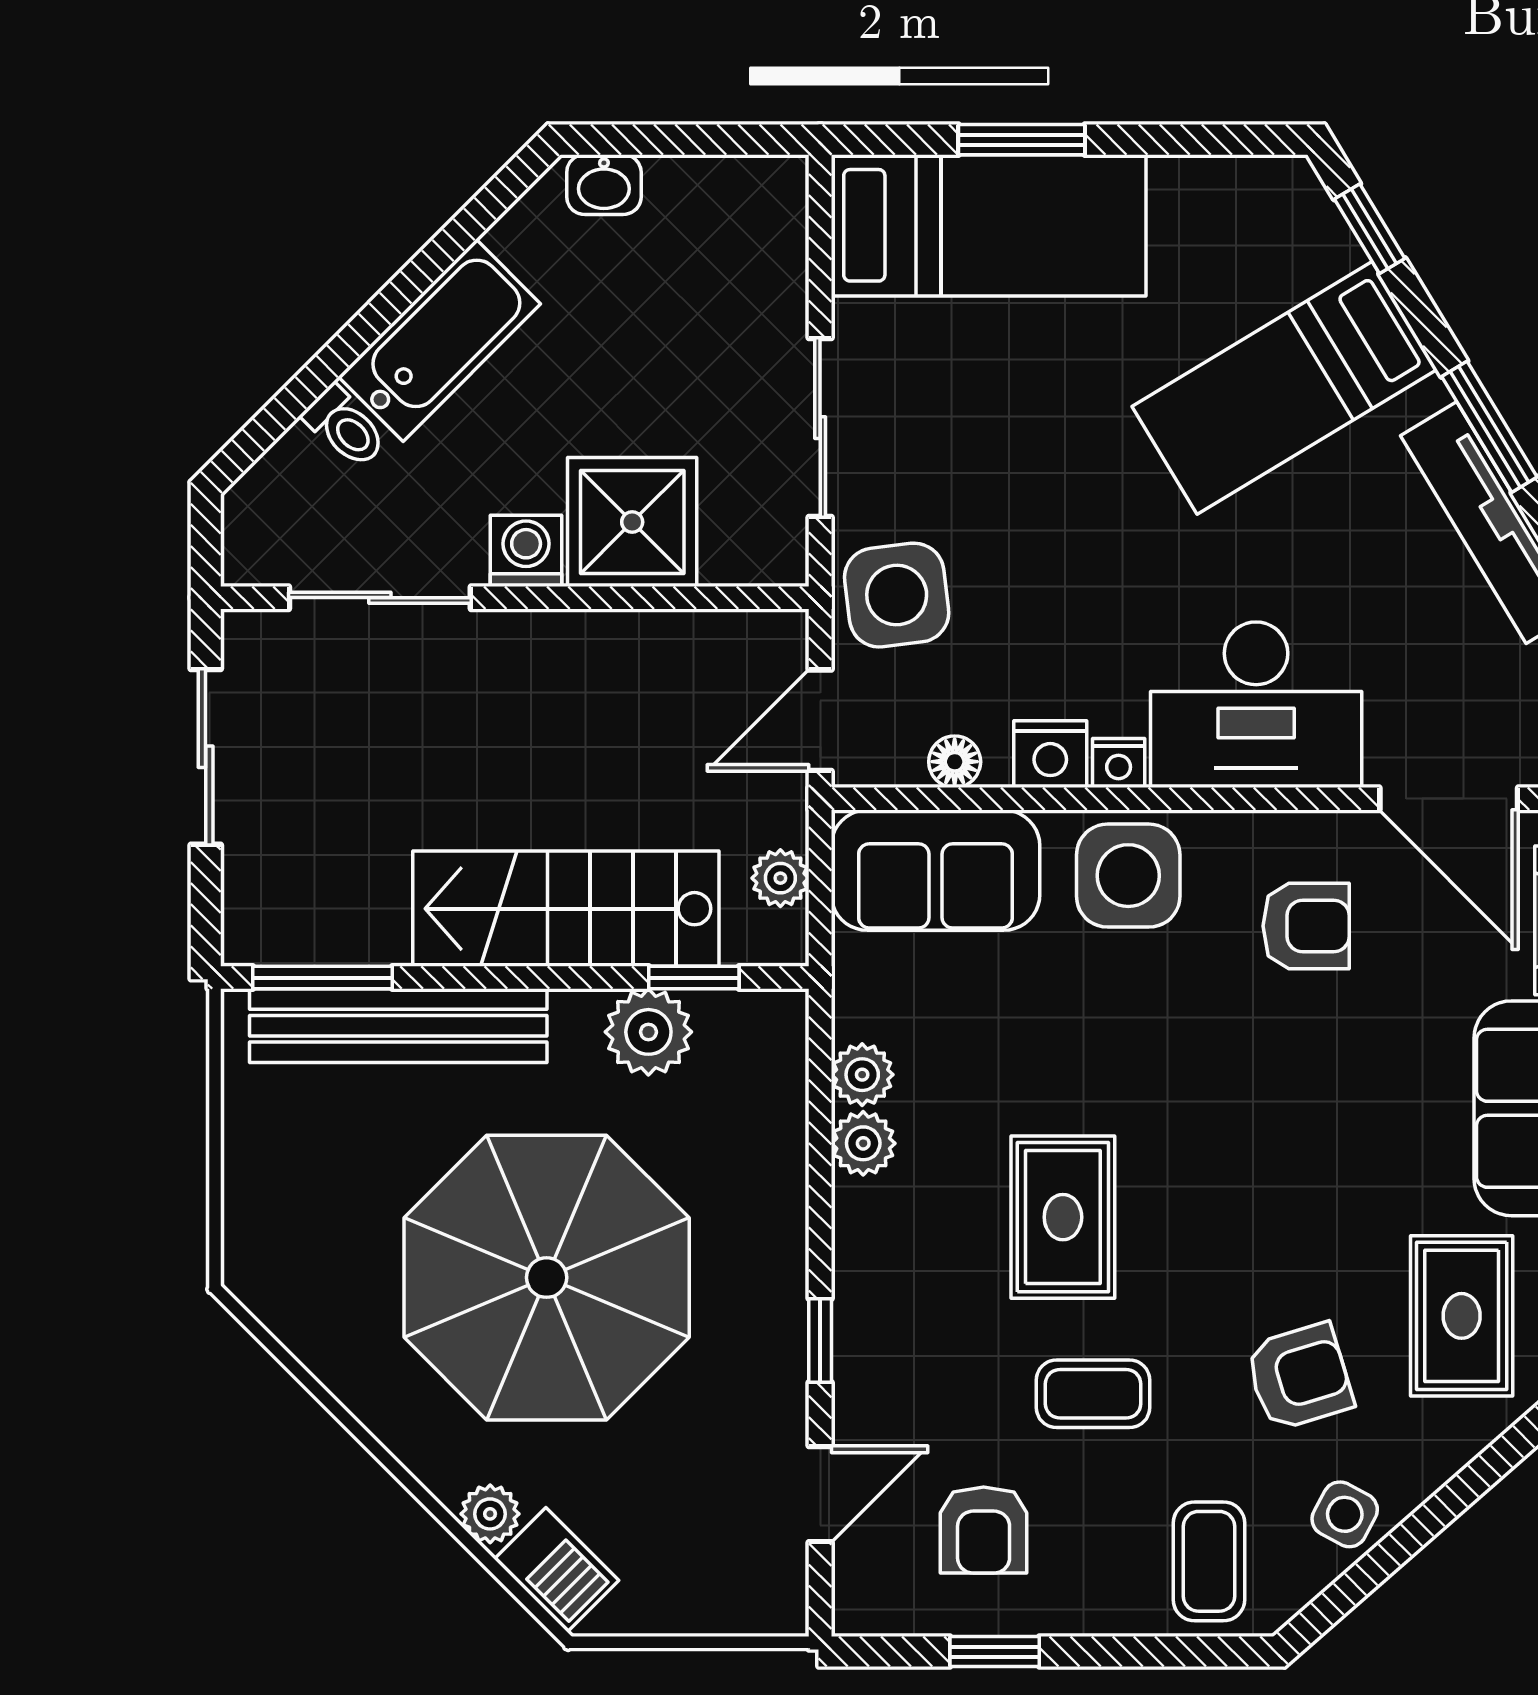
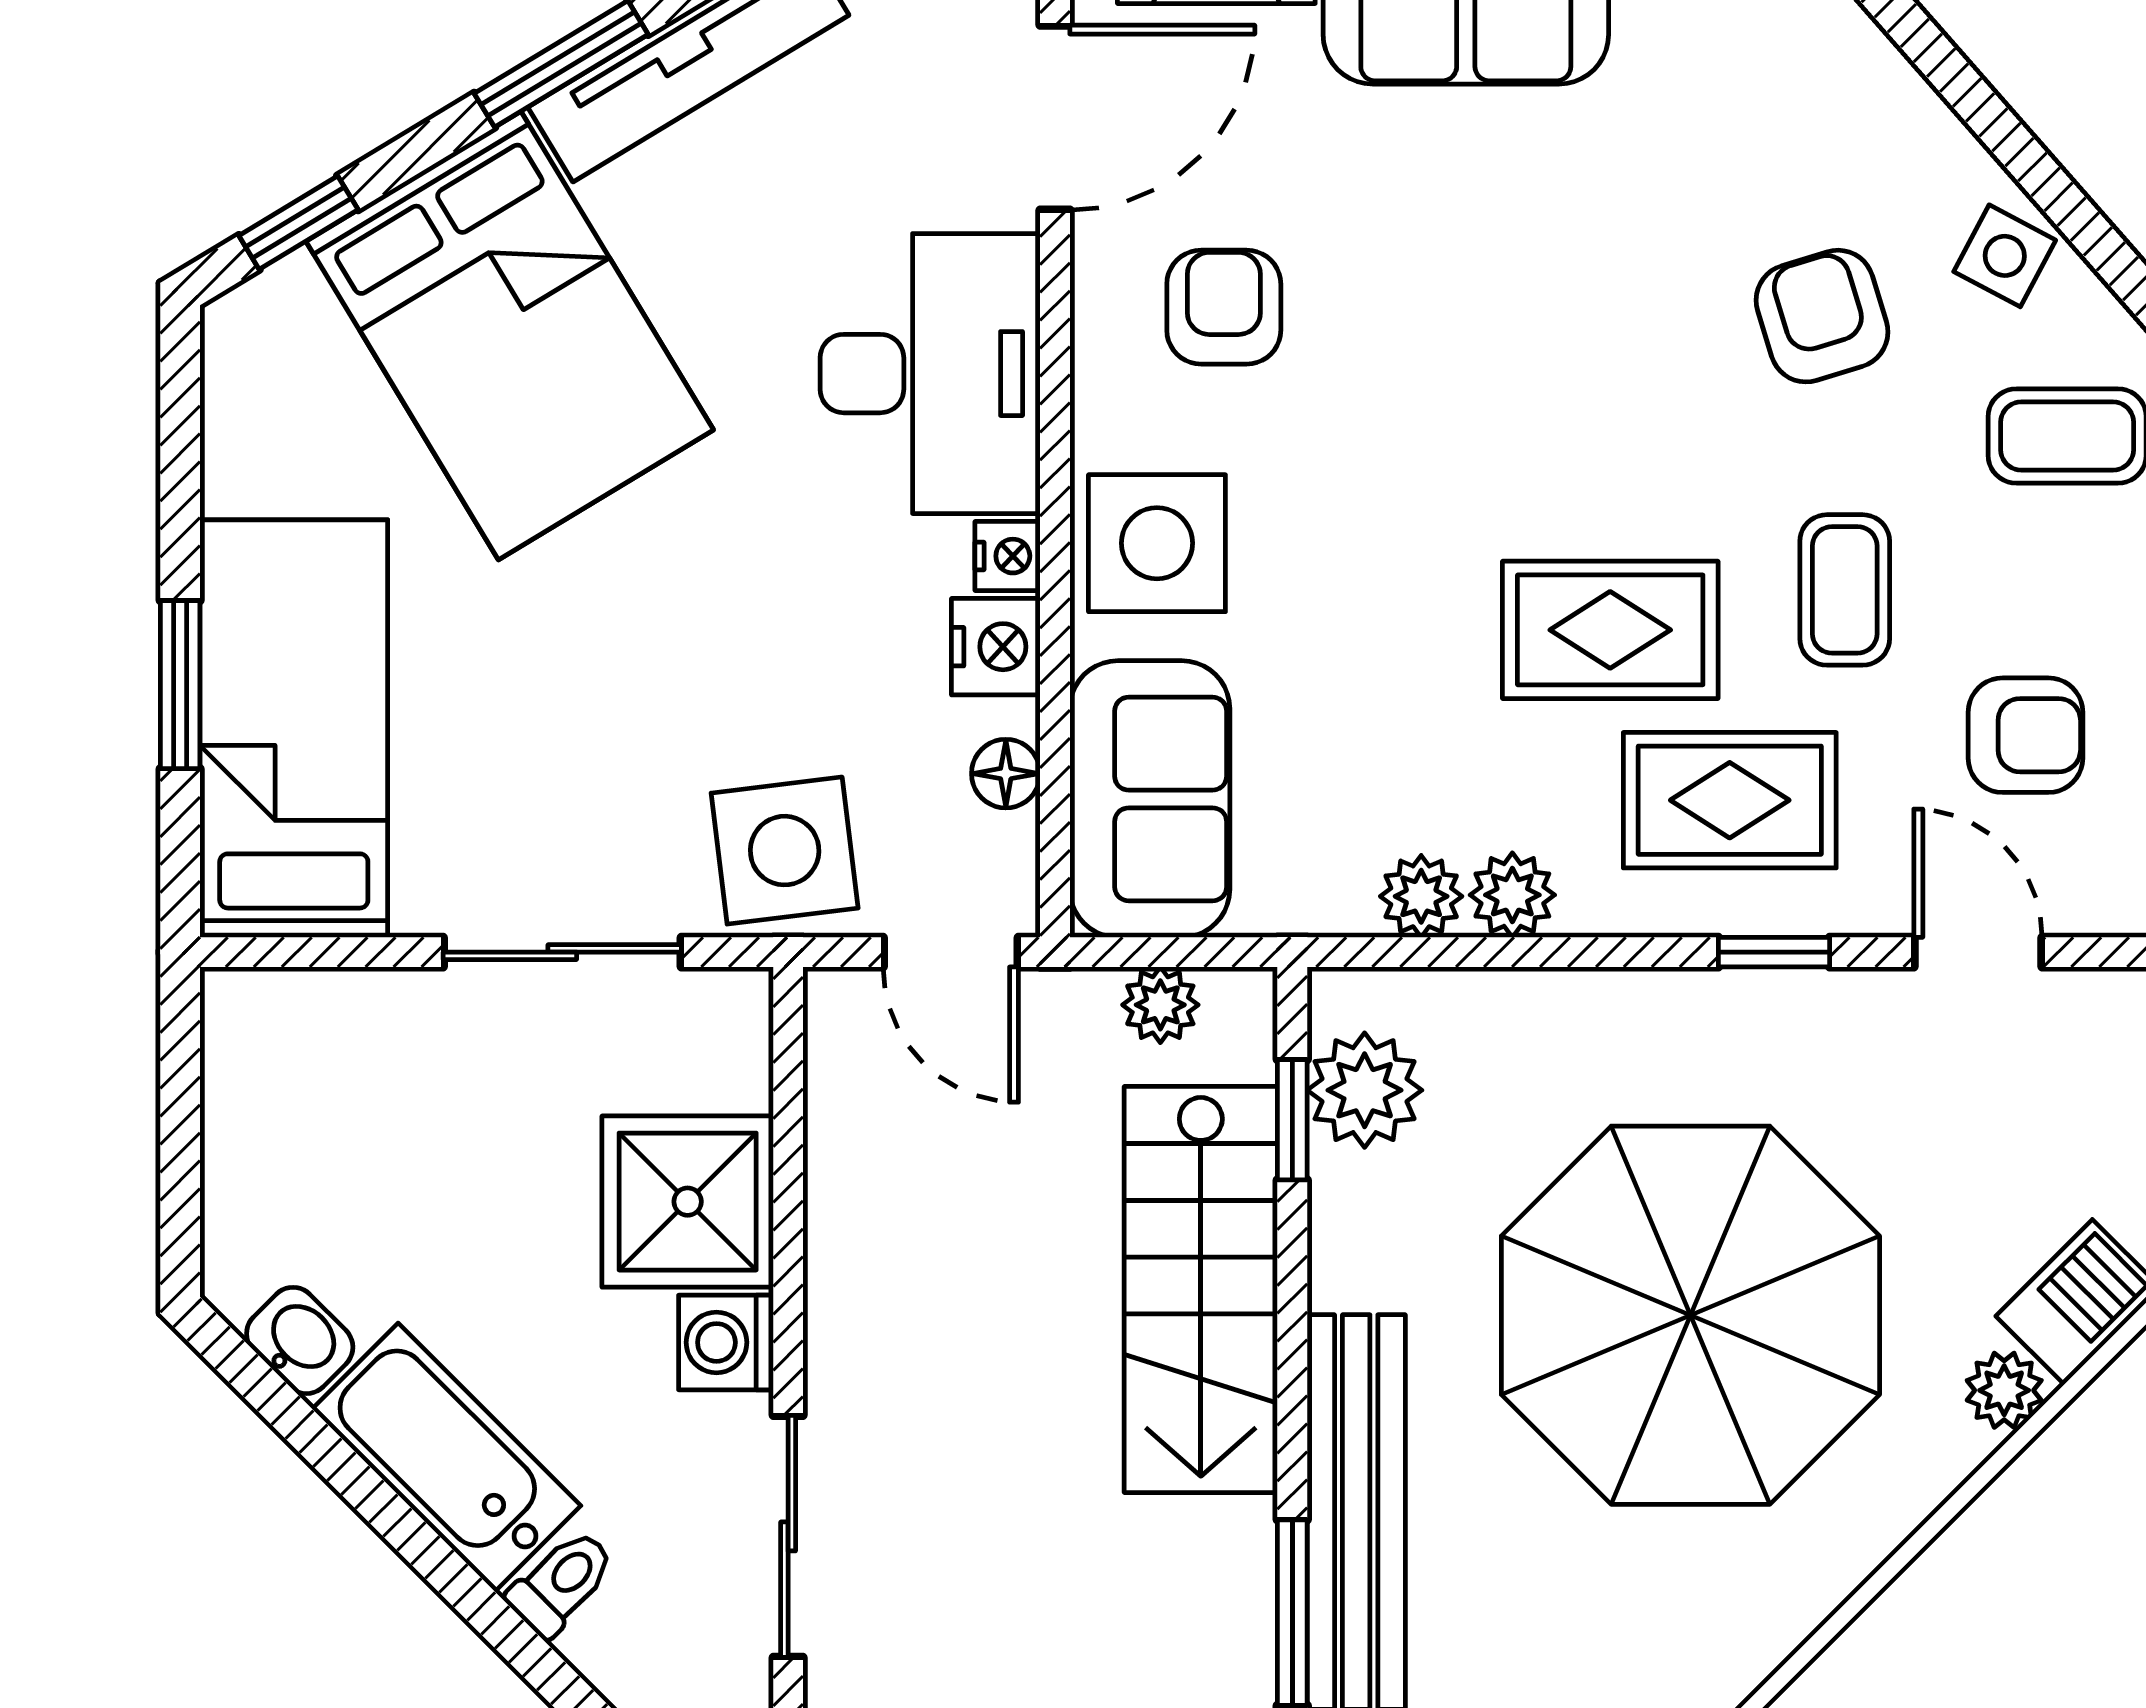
washbasin: (604, 185) -> (300, 1340), moved, turned -45
bed: (1285, 388) -> (510, 336), width x1.50
plant: (648, 1032) -> (1365, 1090), moved
rug: (1462, 1316) -> (1730, 800), moved

